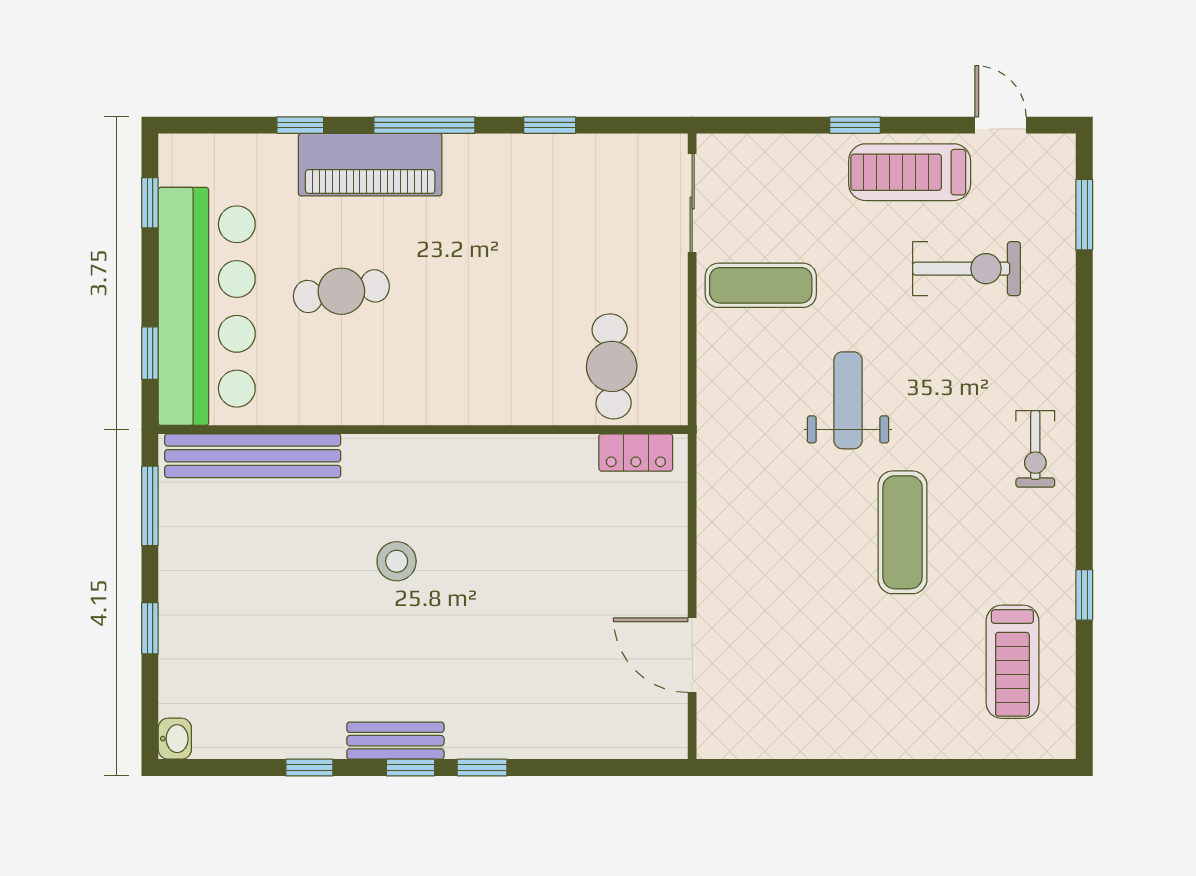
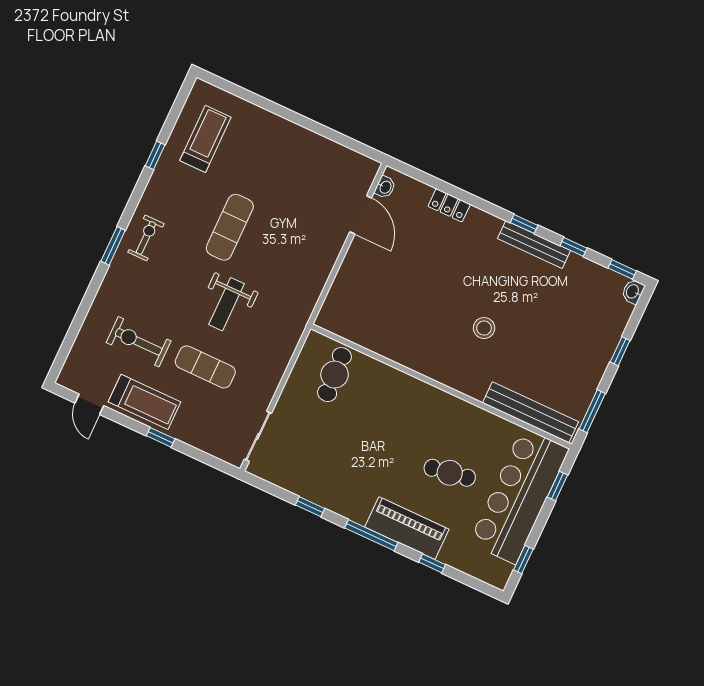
window: (1084, 215) -> (113, 246), moved
exercise mat: (761, 285) -> (205, 367), moved
locker: (636, 452) -> (449, 205), moved, turned 180
washbasin: (673, 721) -> (385, 187), added
bench: (395, 741) -> (534, 245), width x1.36
window: (482, 768) -> (622, 269), moved

